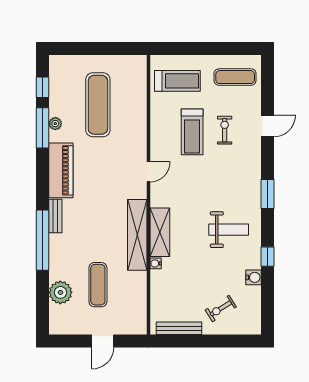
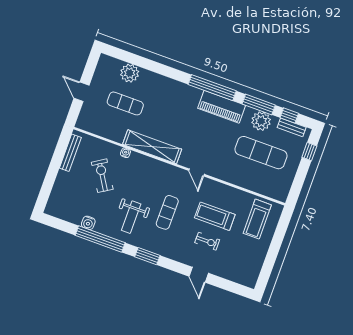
window: (76, 48) -> (309, 152), added
exercise mat: (235, 77) -> (167, 212), moved
plant: (55, 124) -> (261, 121), width x1.87, depth x1.87
bench: (55, 216) -> (292, 127), moved
shelving: (160, 232) -> (148, 165), removed
window: (42, 240) -> (212, 88), moved
window: (267, 257) -> (100, 239), width x3.17
exercise bike: (221, 308) -> (102, 176), moved, width x1.38, depth x1.39

